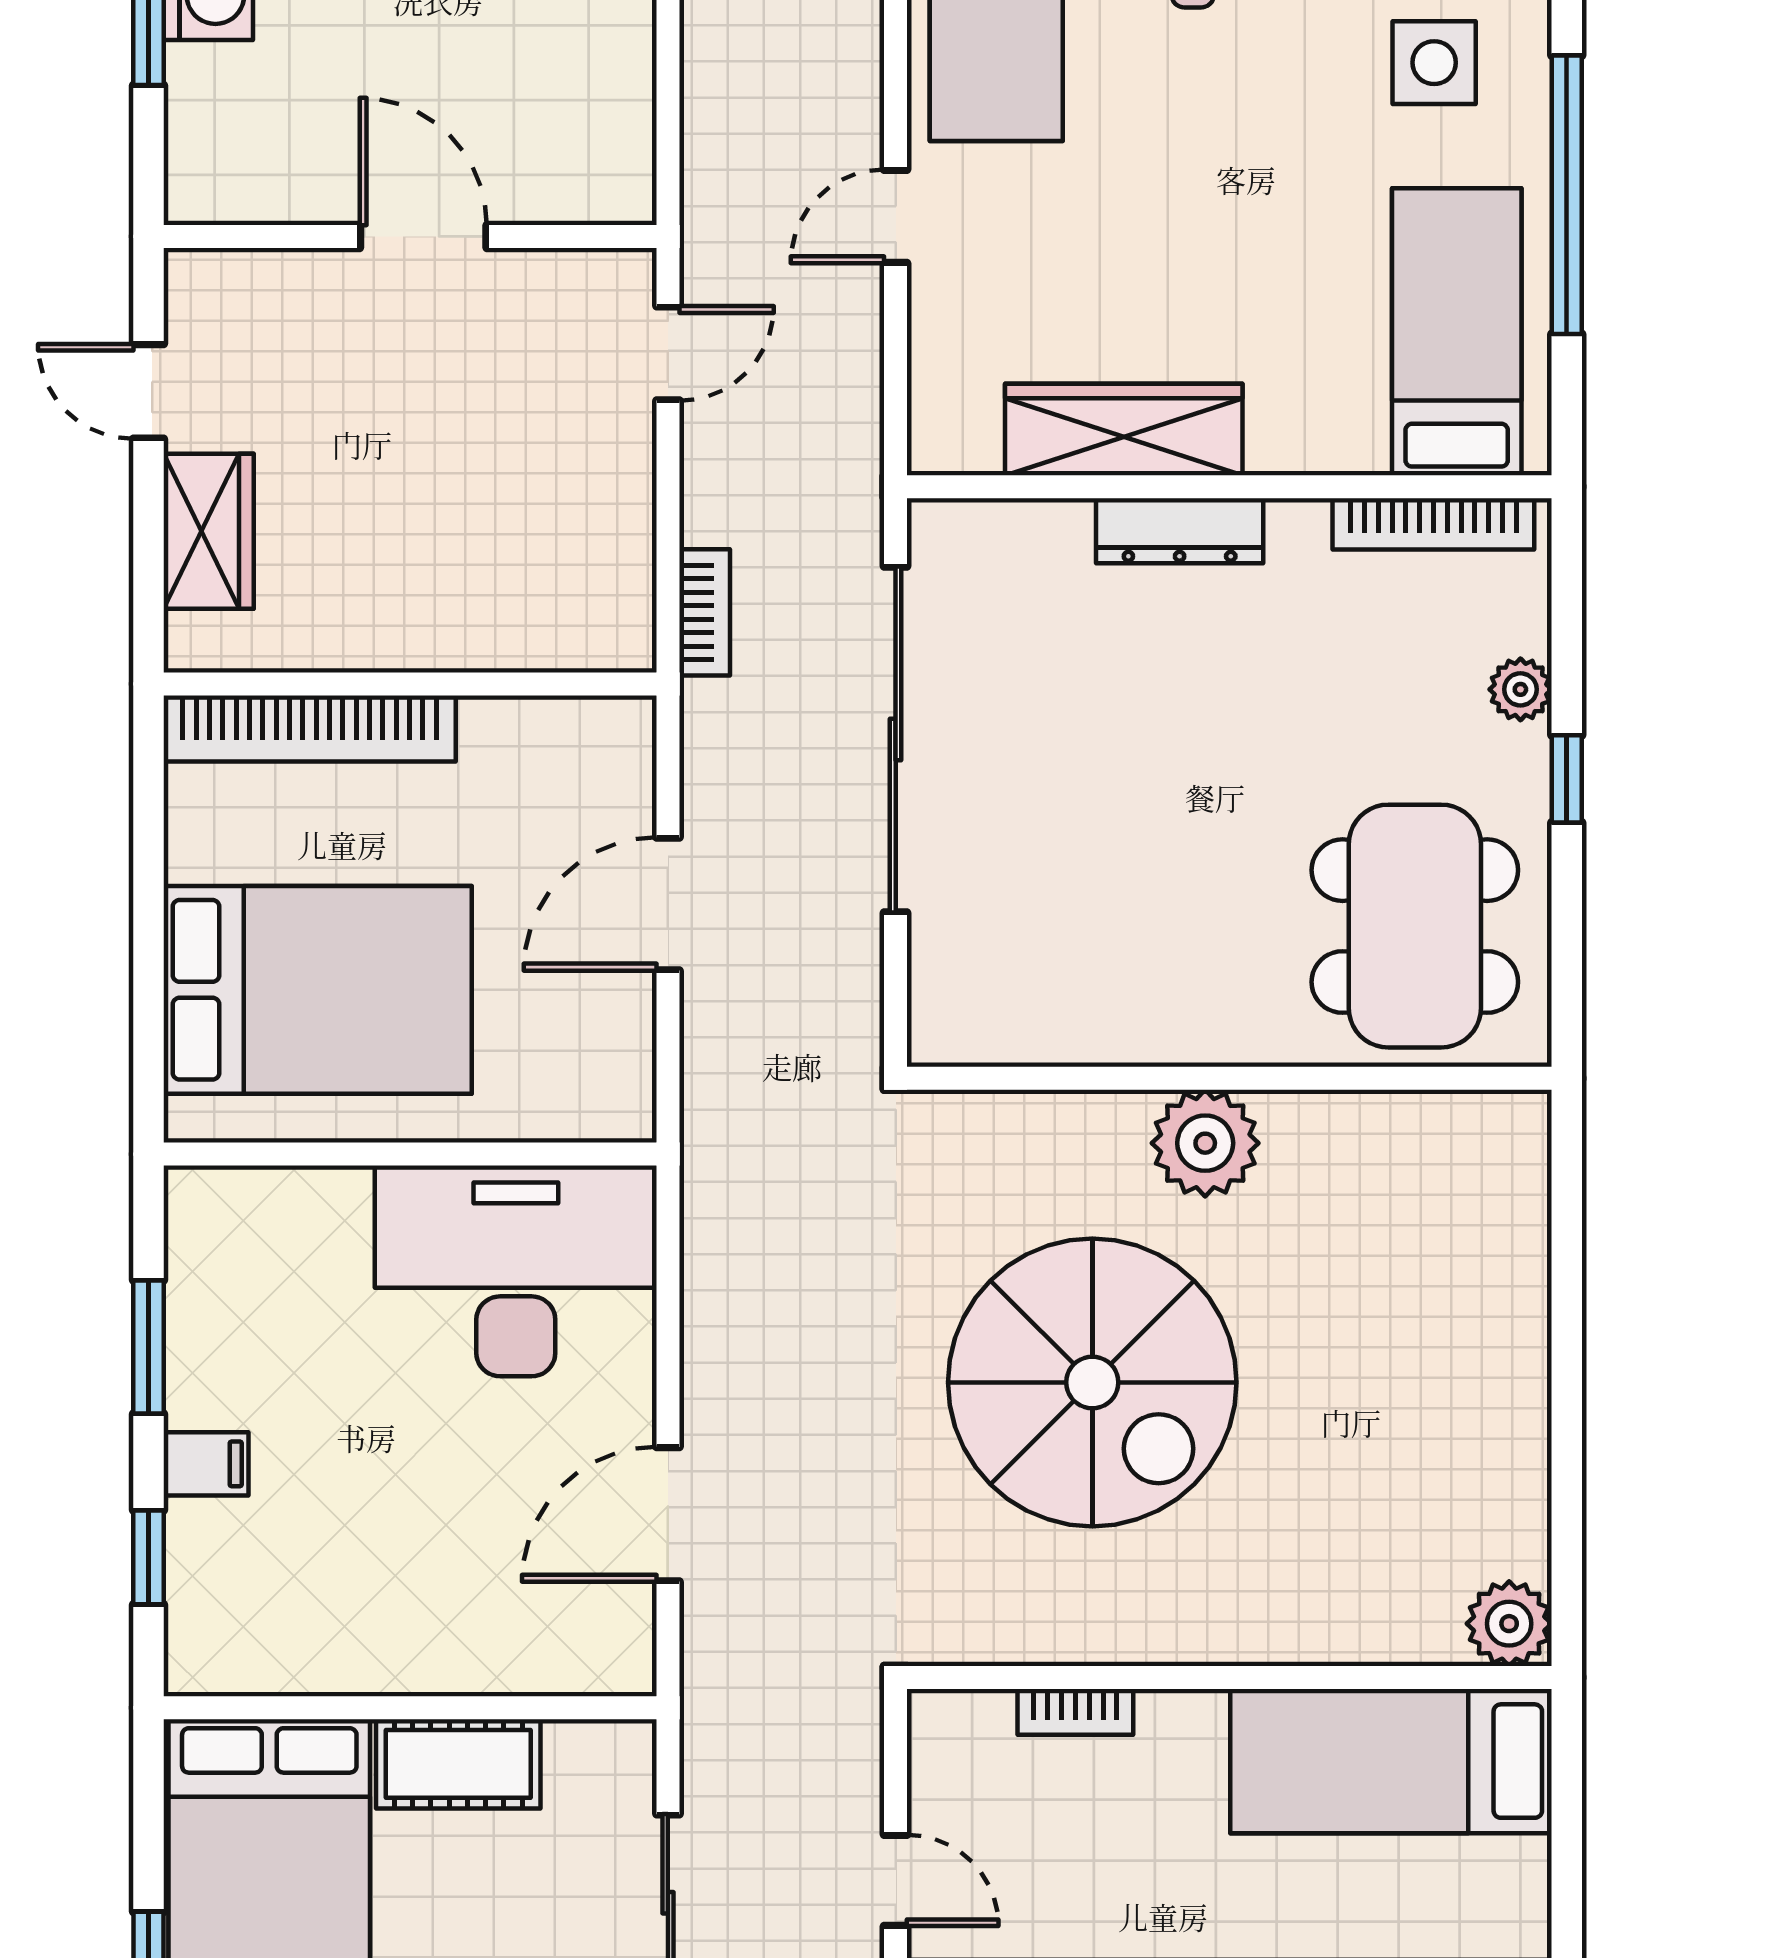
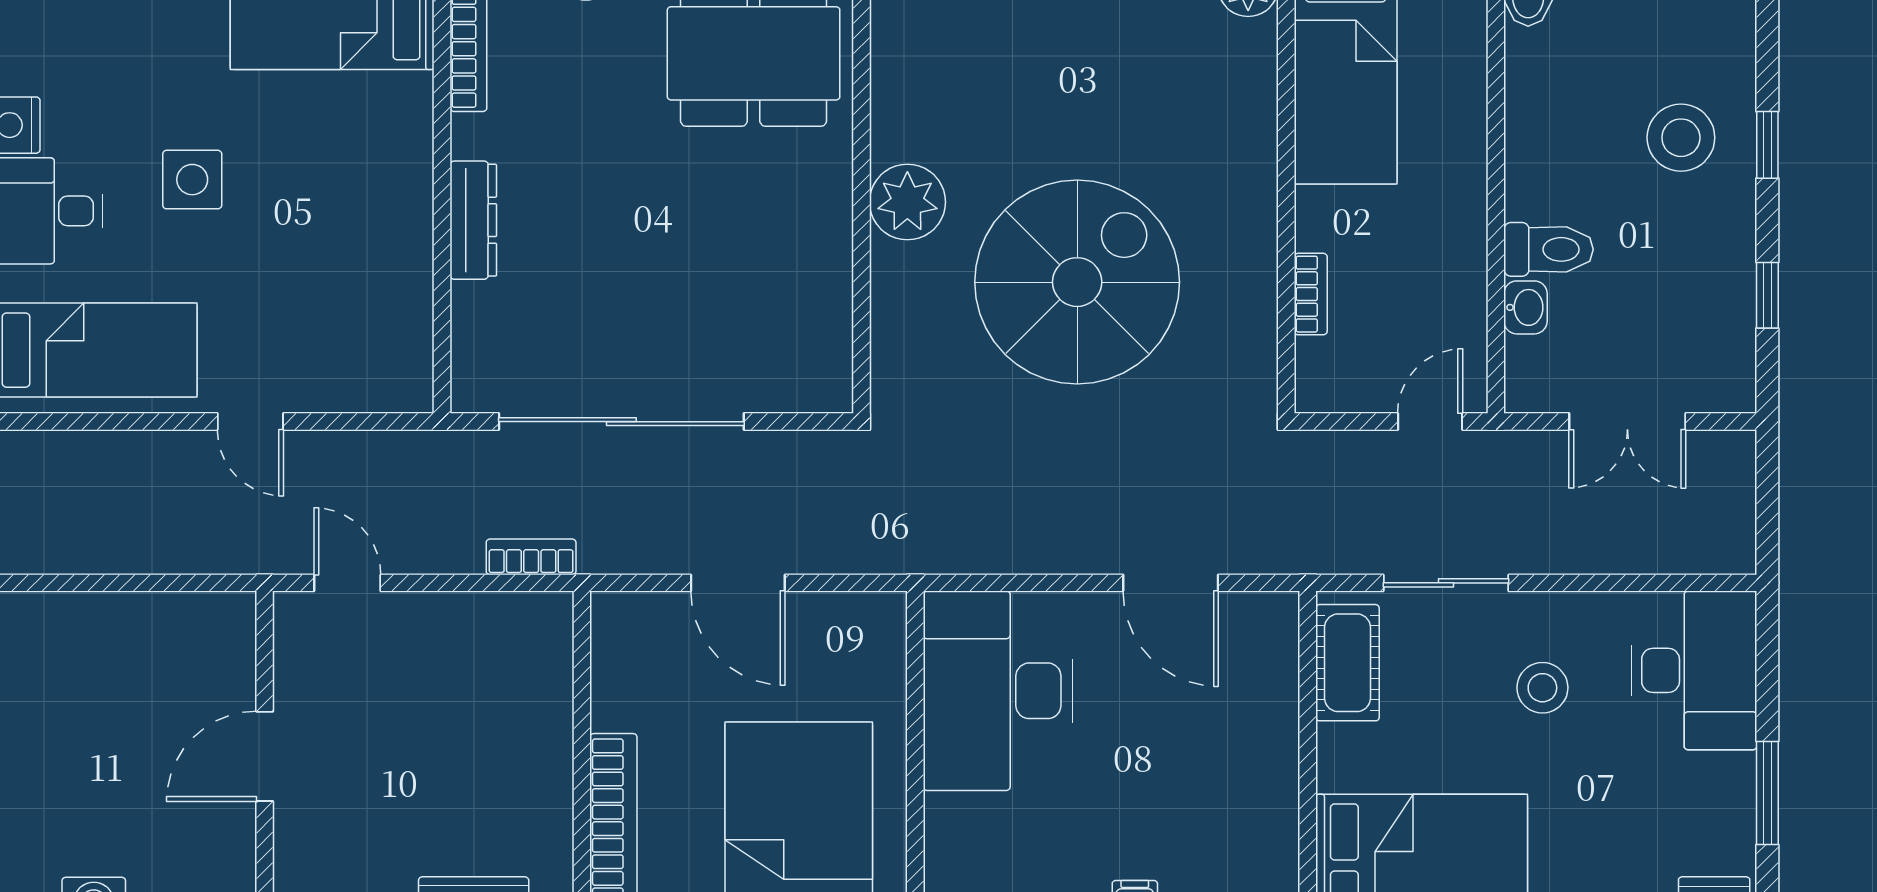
side table: (1434, 63) -> (192, 180), moved
wardrobe: (1124, 429) -> (401, 260), removed
cot: (458, 1764) -> (1347, 663), moved

